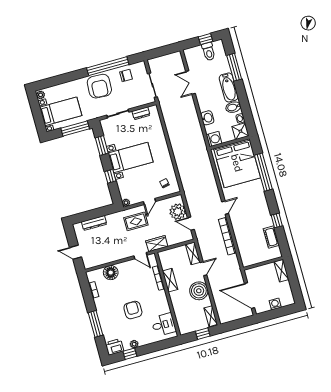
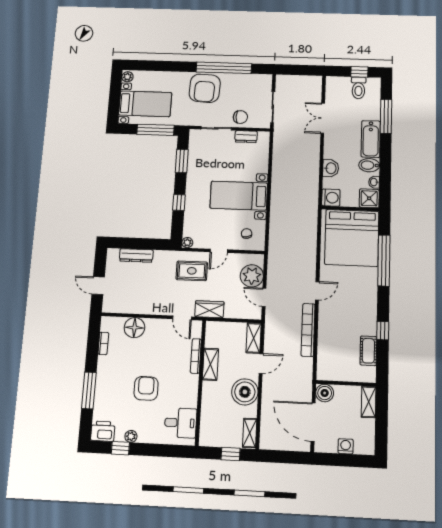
chair: (126, 75) -> (240, 117), moved
bed with nightstands: (131, 158) -> (239, 196), moved, turned 180
boiler: (251, 274) -> (325, 393), added

